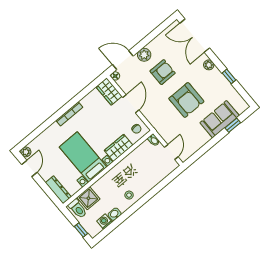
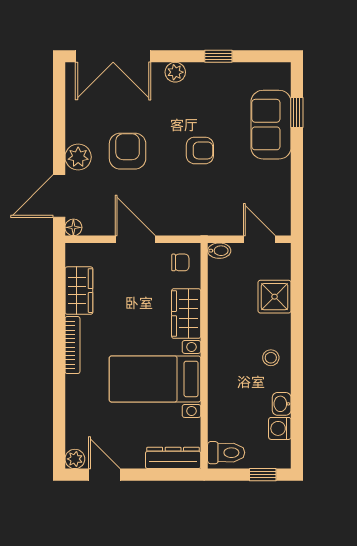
wardrobe: (109, 92) -> (79, 291), moved, turned -90
armchair: (186, 100) -> (200, 150), width x0.53, depth x0.53
shower: (88, 198) -> (275, 297), moved

